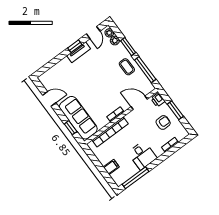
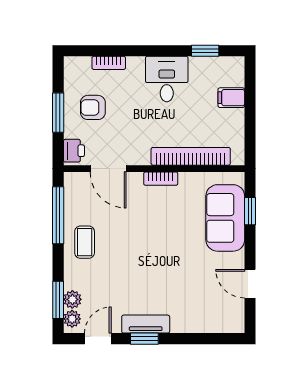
window: (128, 47) -> (58, 300), moved
sofa: (78, 118) -> (225, 218), width x0.73
window: (135, 178) -> (205, 51), width x0.46

